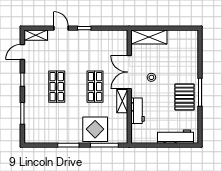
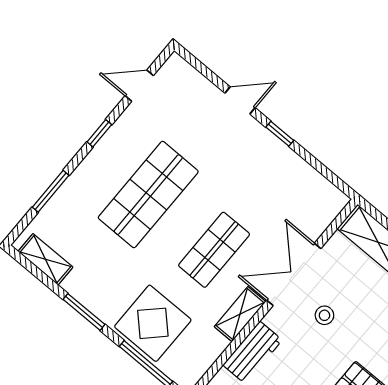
door: (61, 28) -> (240, 100), hinge flipped
shelving: (36, 35) -> (45, 259), moved
shop shelf: (57, 87) -> (148, 195), width x1.43, depth x1.36

